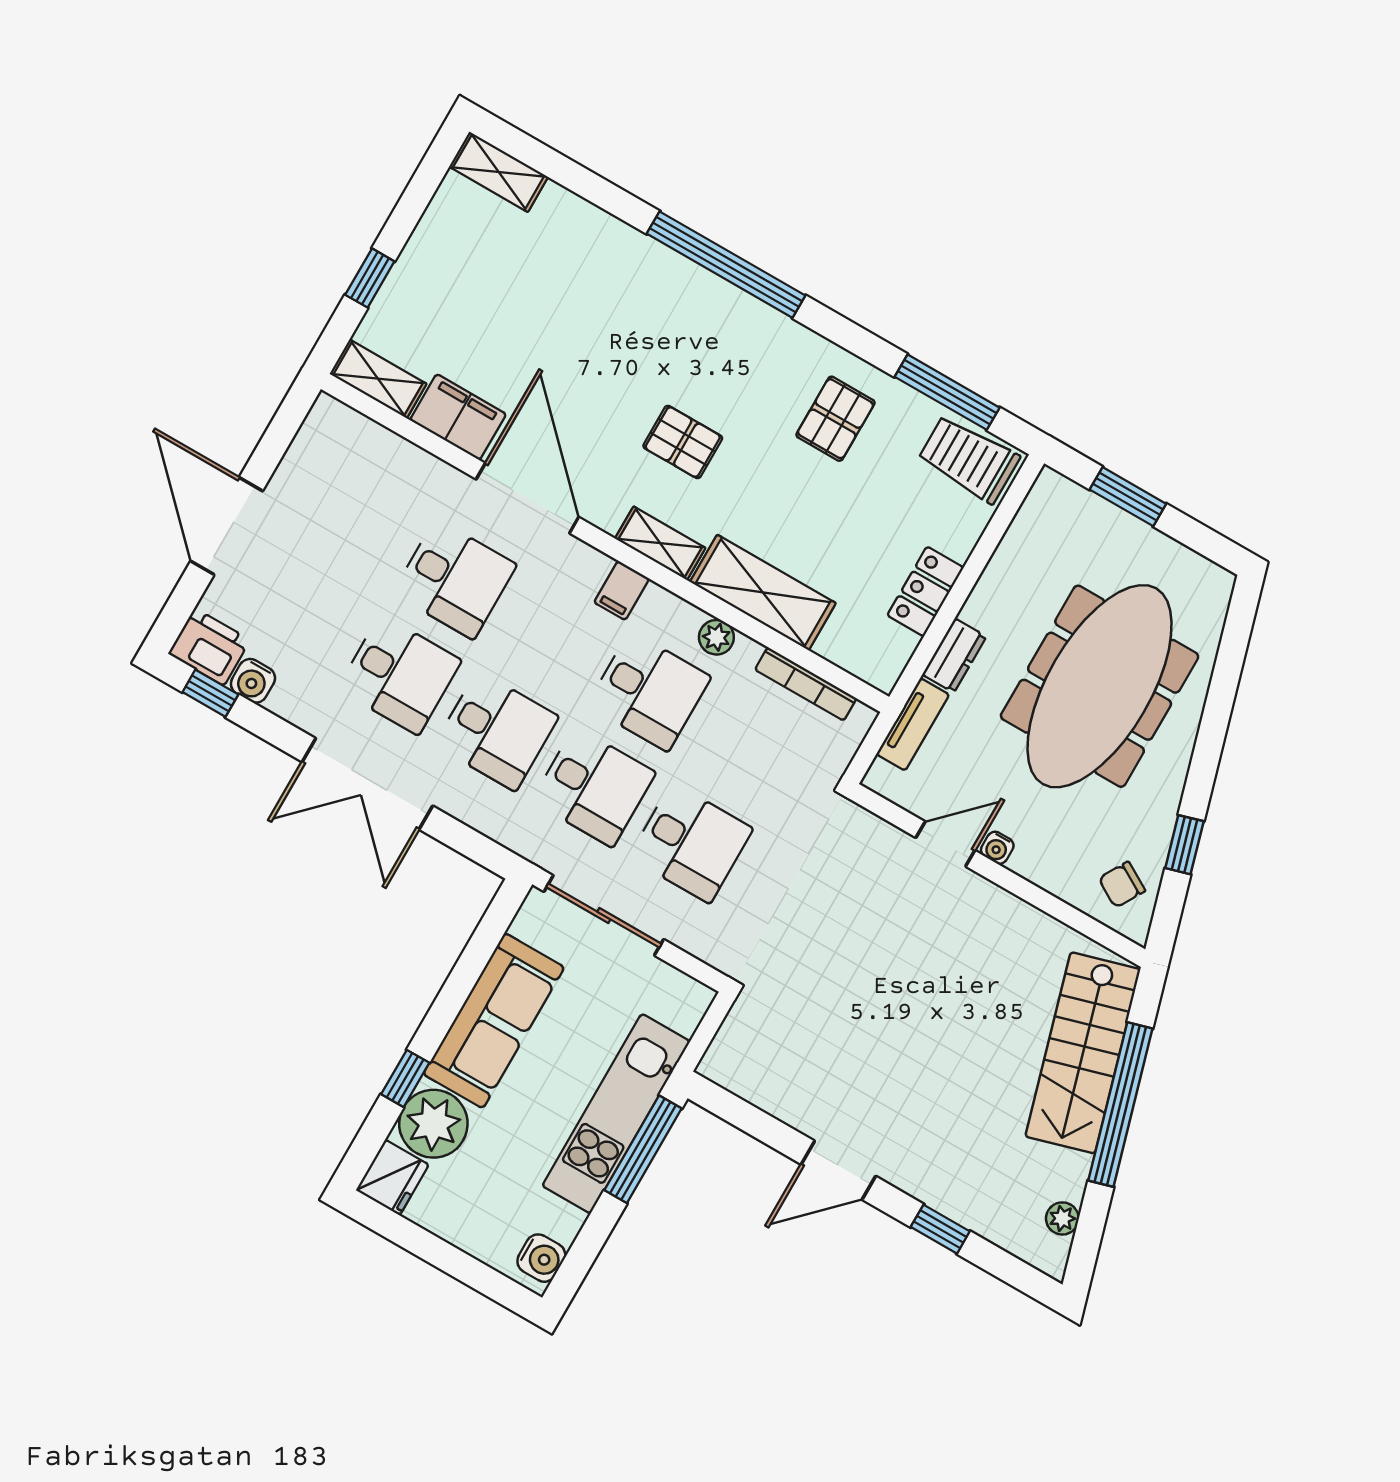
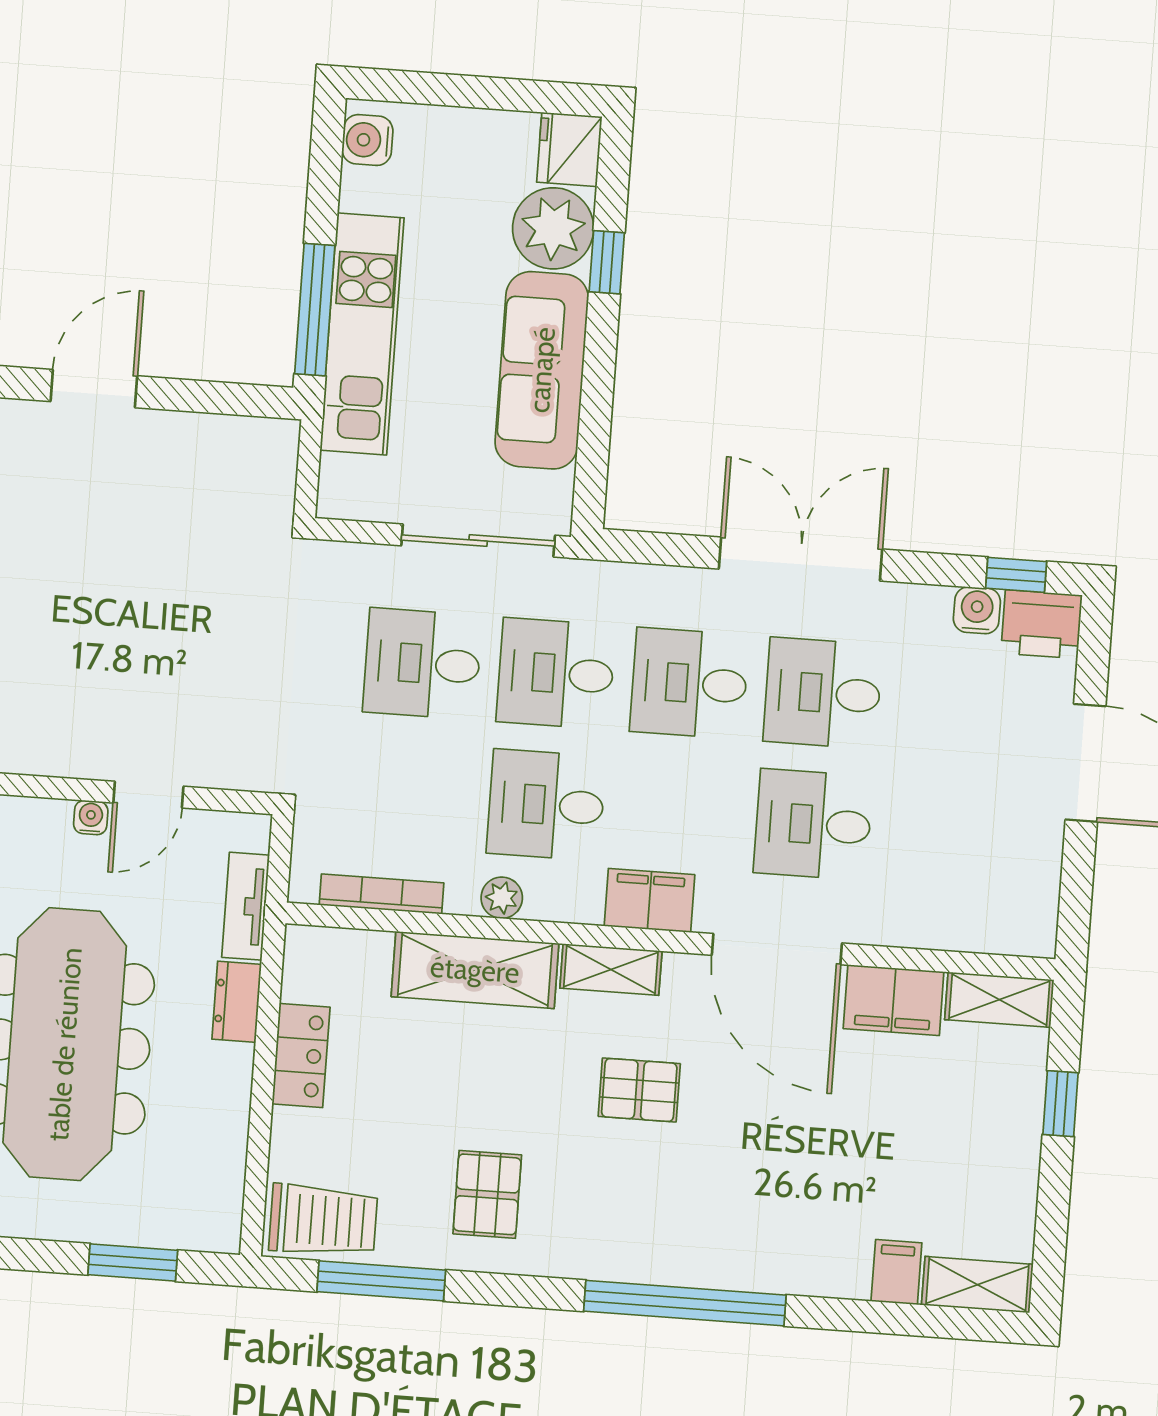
filing cabinet: (555, 211) -> (896, 1272), added
filing cabinet: (622, 591) -> (649, 900), width x2.00

